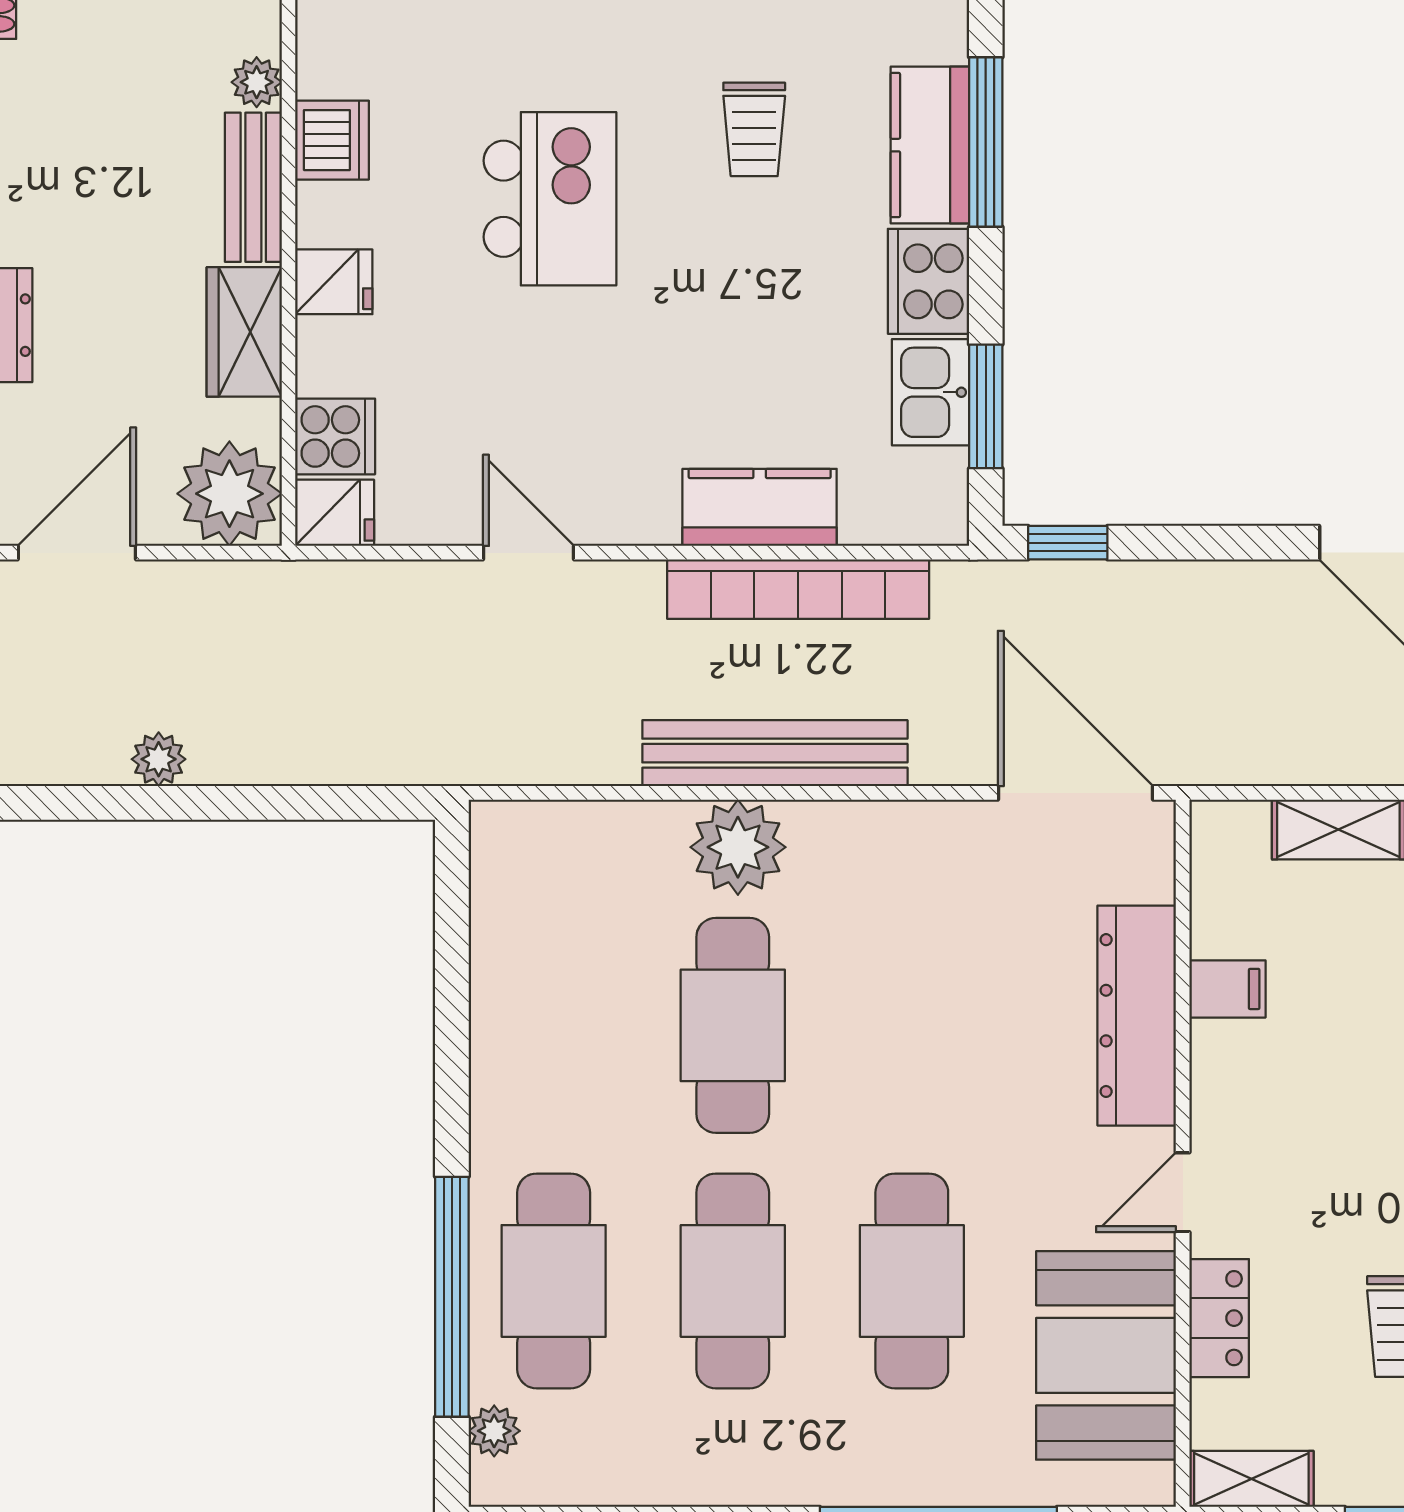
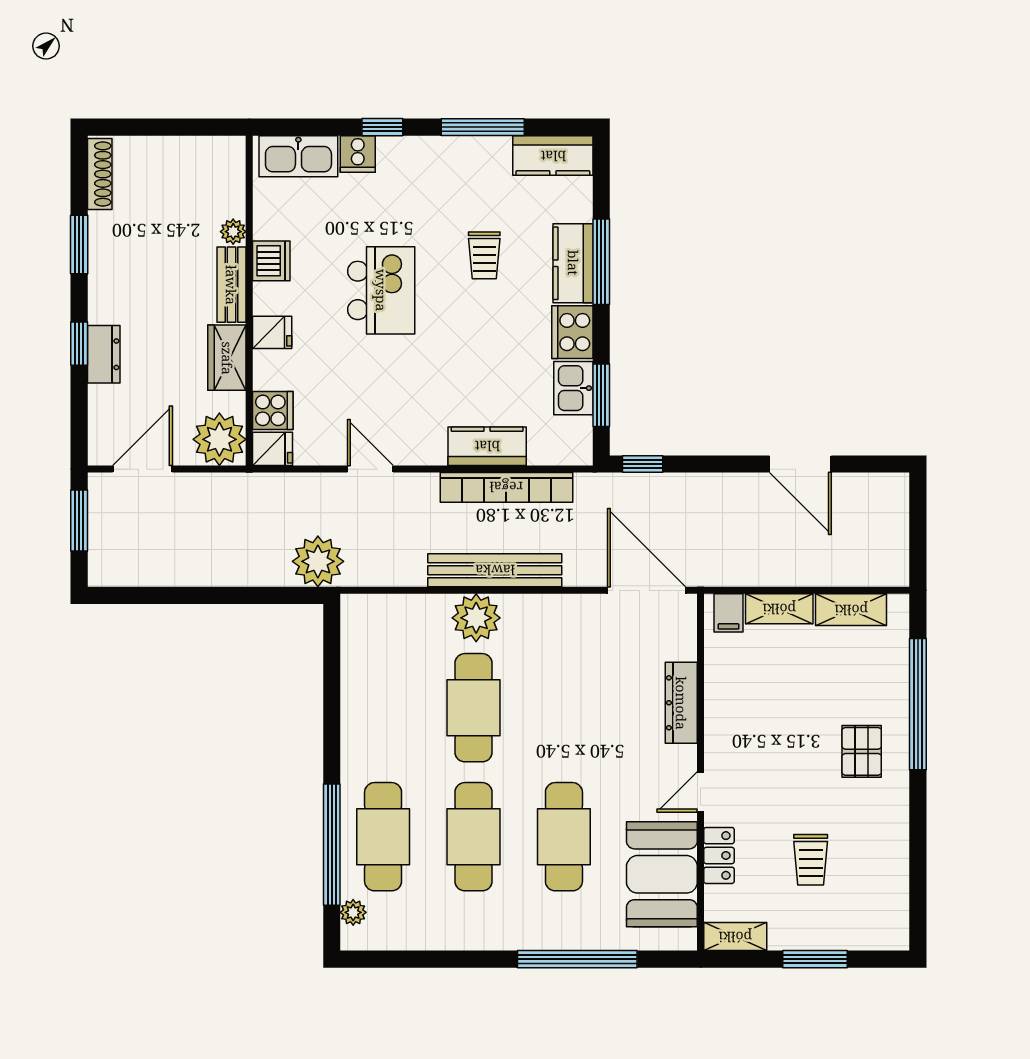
plant: (159, 759) -> (318, 561), moved, width x1.88, depth x1.88
filing cabinet: (1227, 989) -> (729, 613), moved, turned 90
dresser: (1137, 1016) -> (681, 703), width x0.73, depth x0.80

